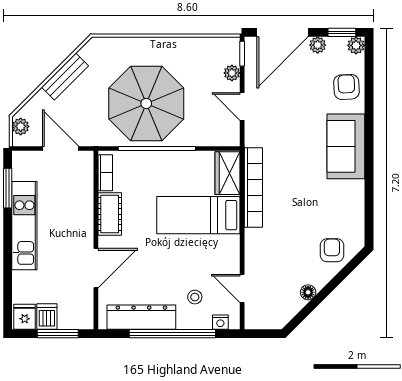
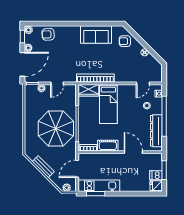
door: (283, 32) -> (22, 64), hinge flipped
sofa: (346, 146) -> (96, 35), moved
kitchen unit: (24, 226) -> (99, 186), moved

